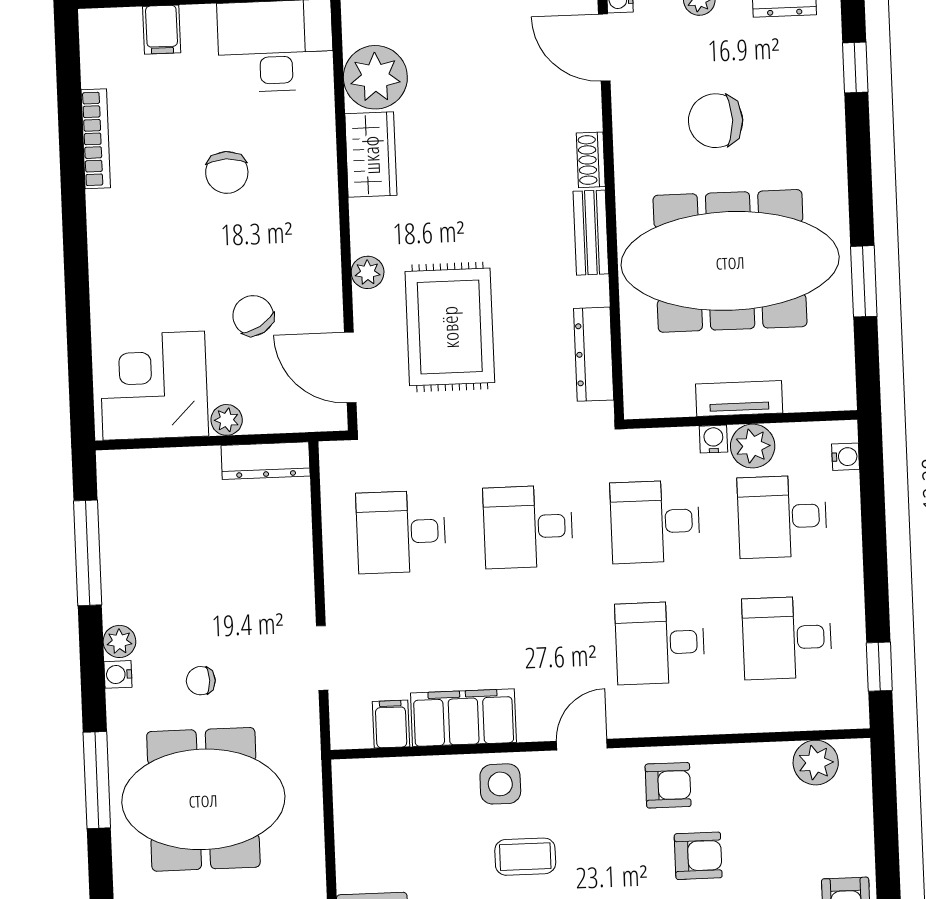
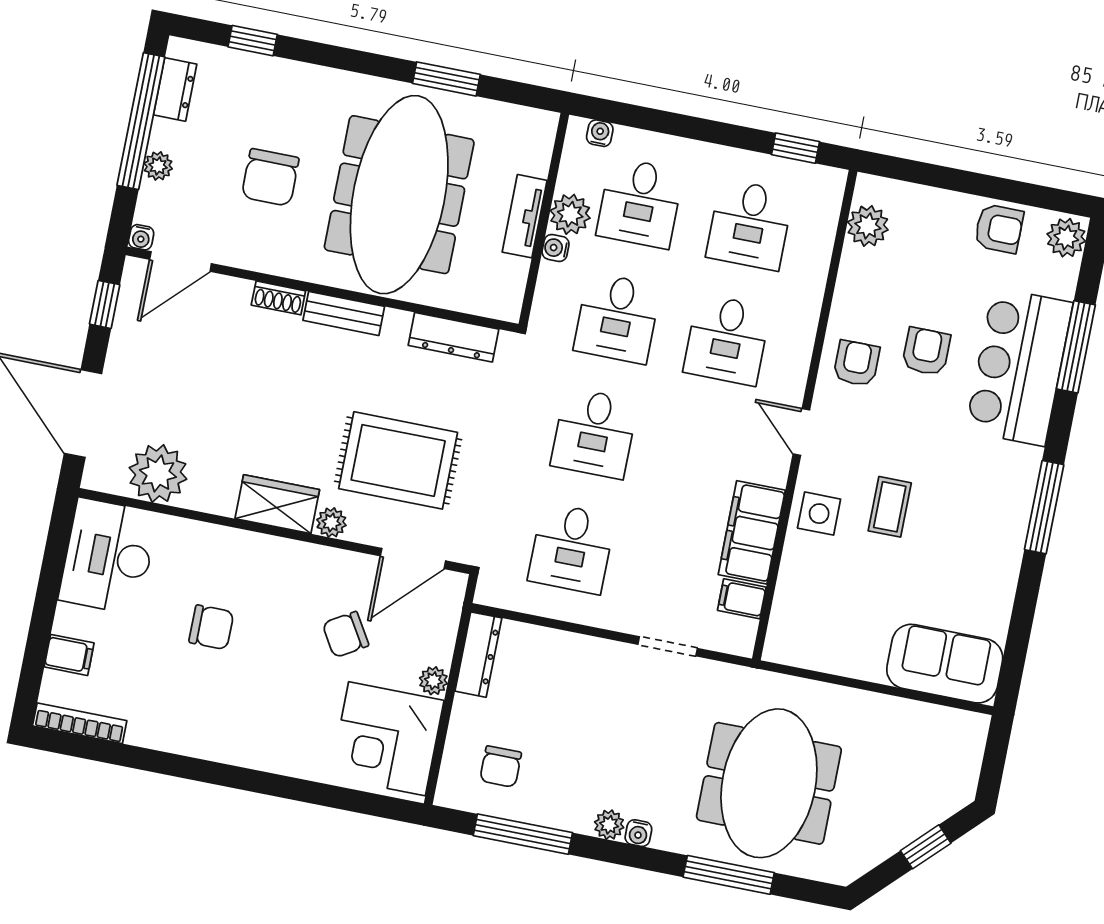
bookcase: (96, 139) -> (80, 723), moved
wardrobe: (371, 155) -> (277, 504), moved
chair: (201, 681) -> (501, 767), moved, width x1.37, depth x1.37

